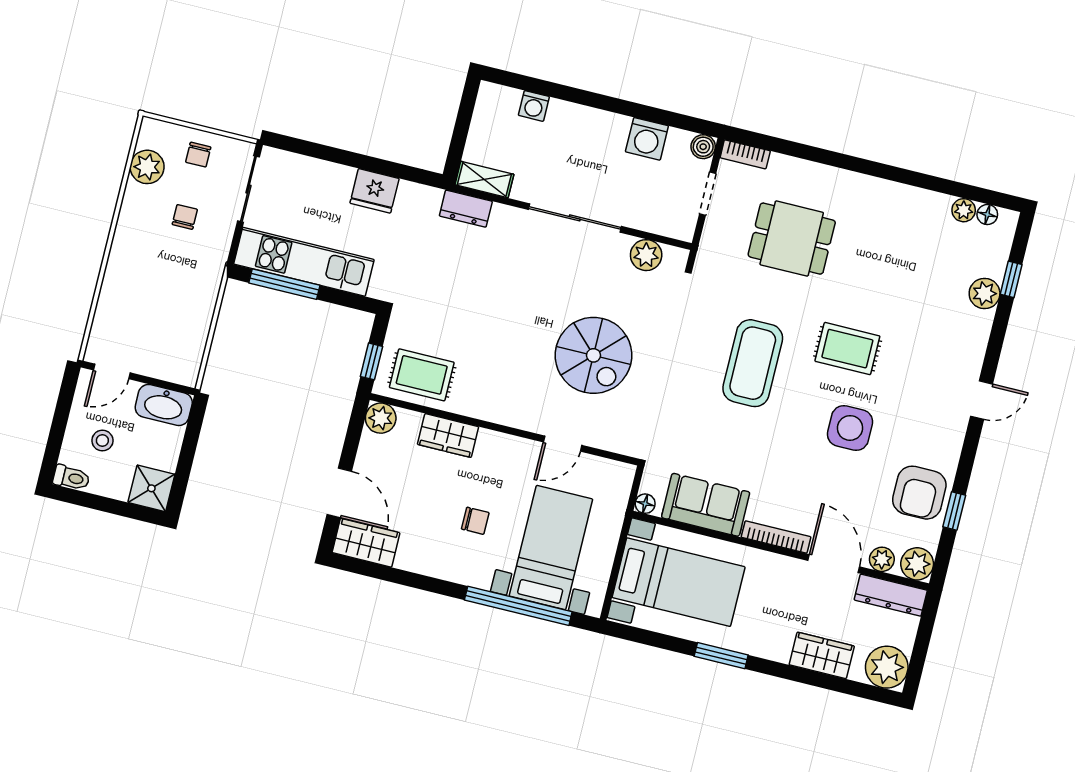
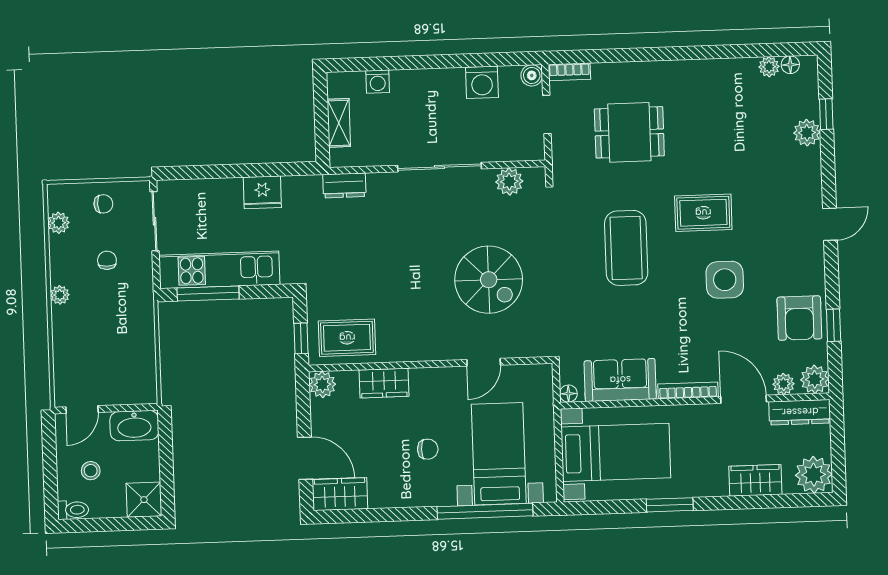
chair: (198, 155) -> (103, 204), turned -92
plant: (147, 167) -> (59, 223), width x0.73, depth x0.73
shelving: (484, 180) -> (339, 123), moved, turned 90
plant: (123, 240) -> (60, 295), added

